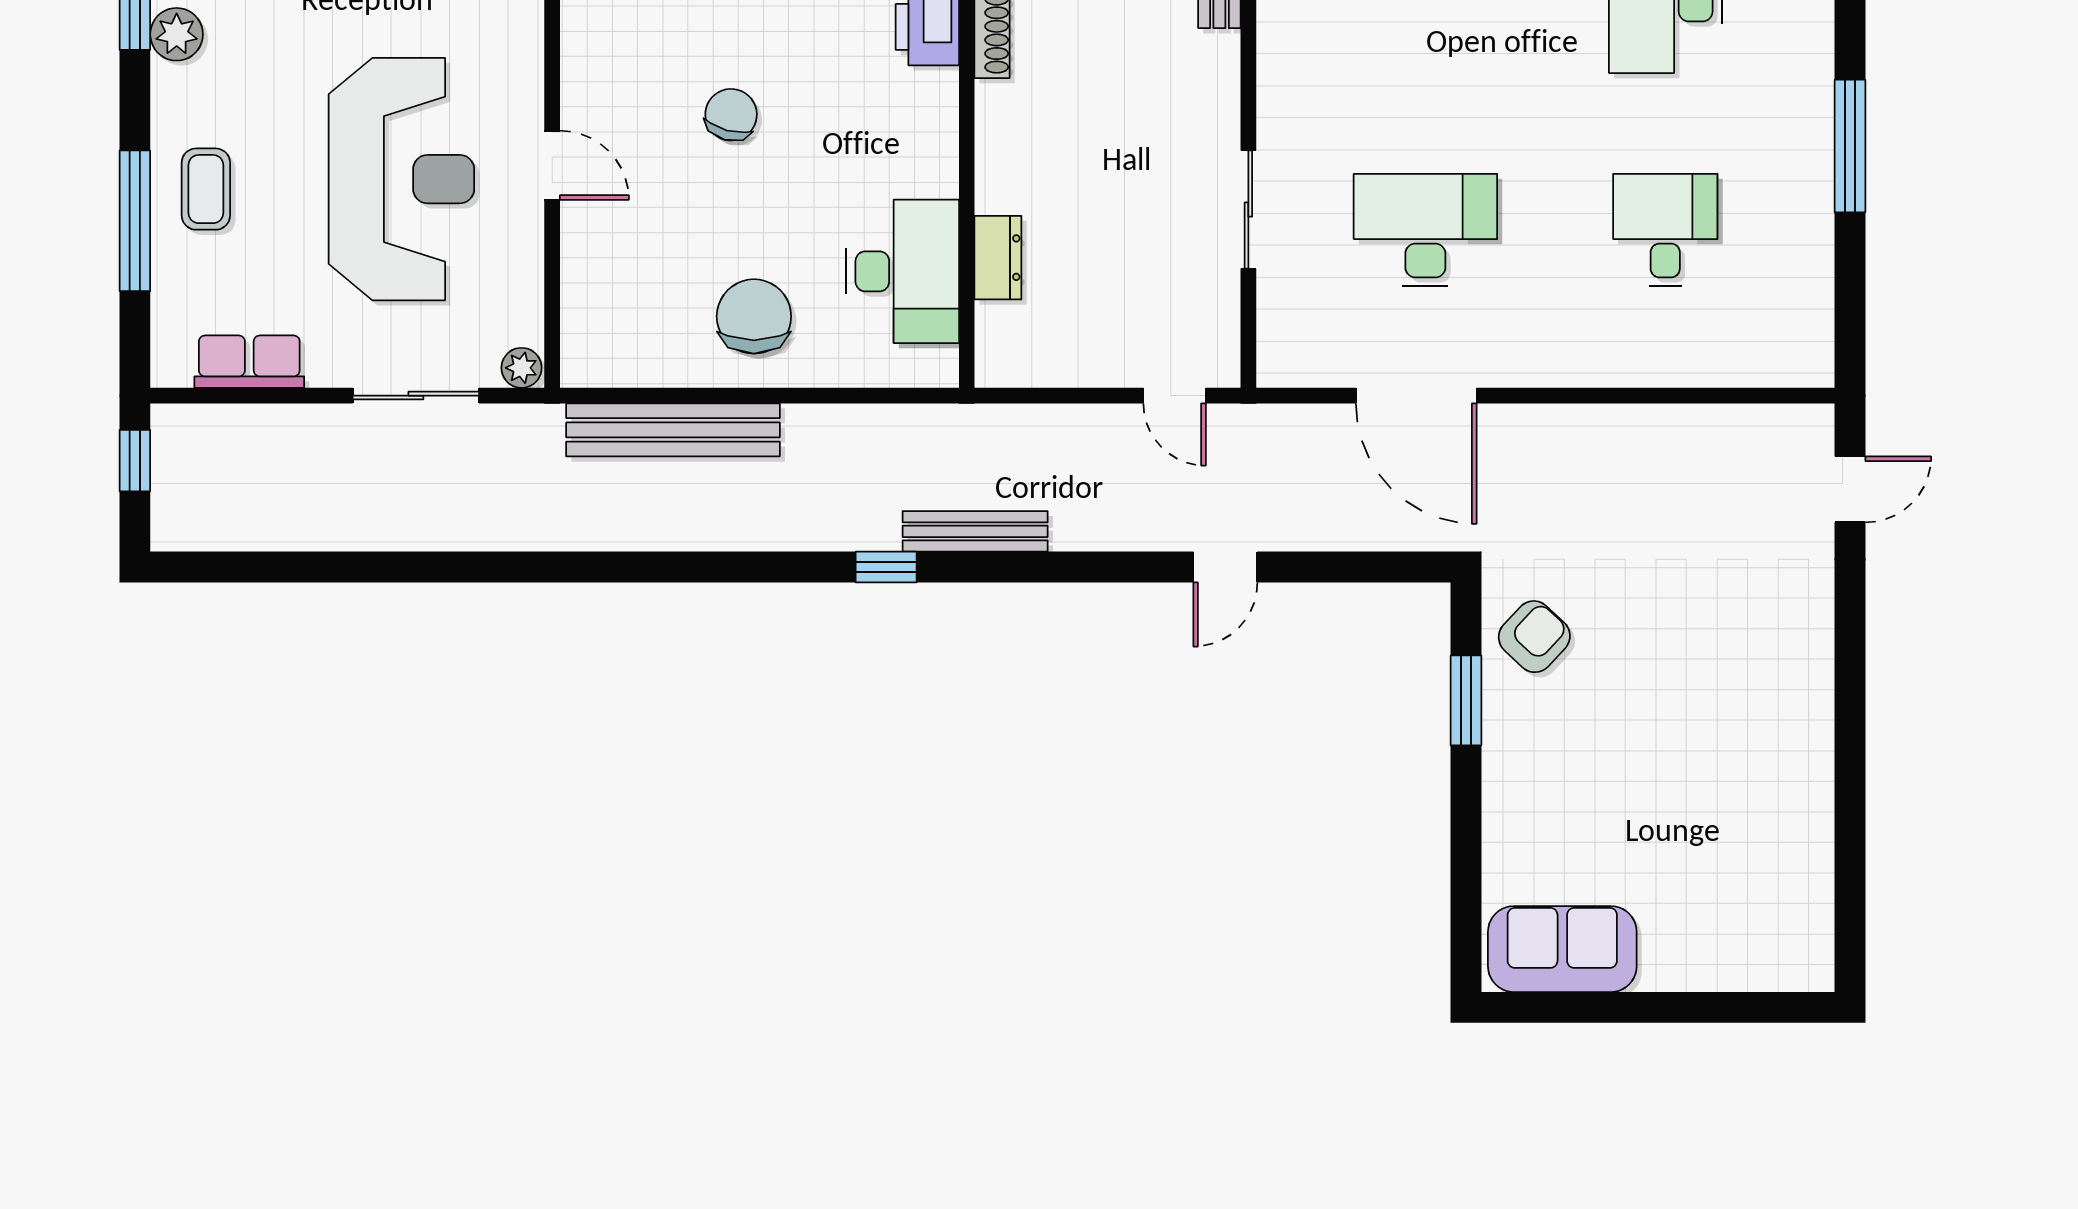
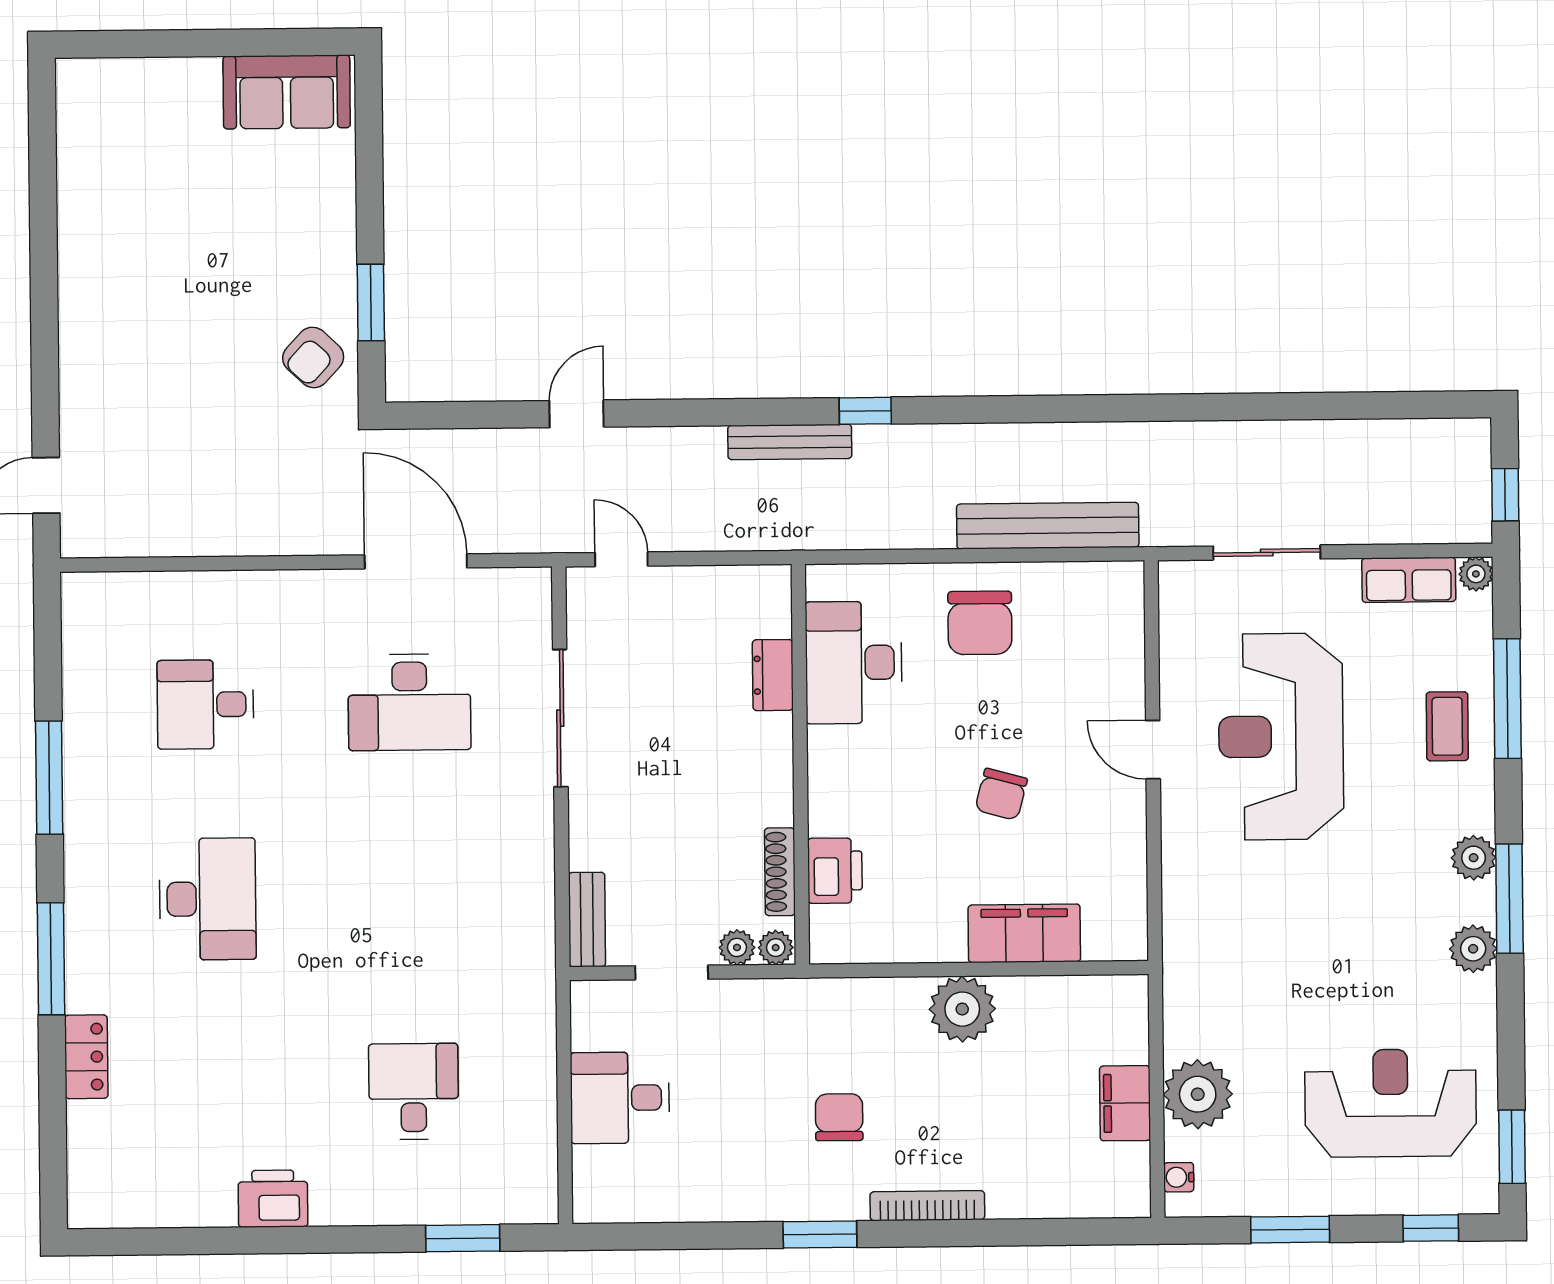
sliding door: (1248, 210) -> (560, 718), width x1.37
desk: (1665, 230) -> (205, 704), turned 90
plant: (522, 368) -> (1476, 574), moved

